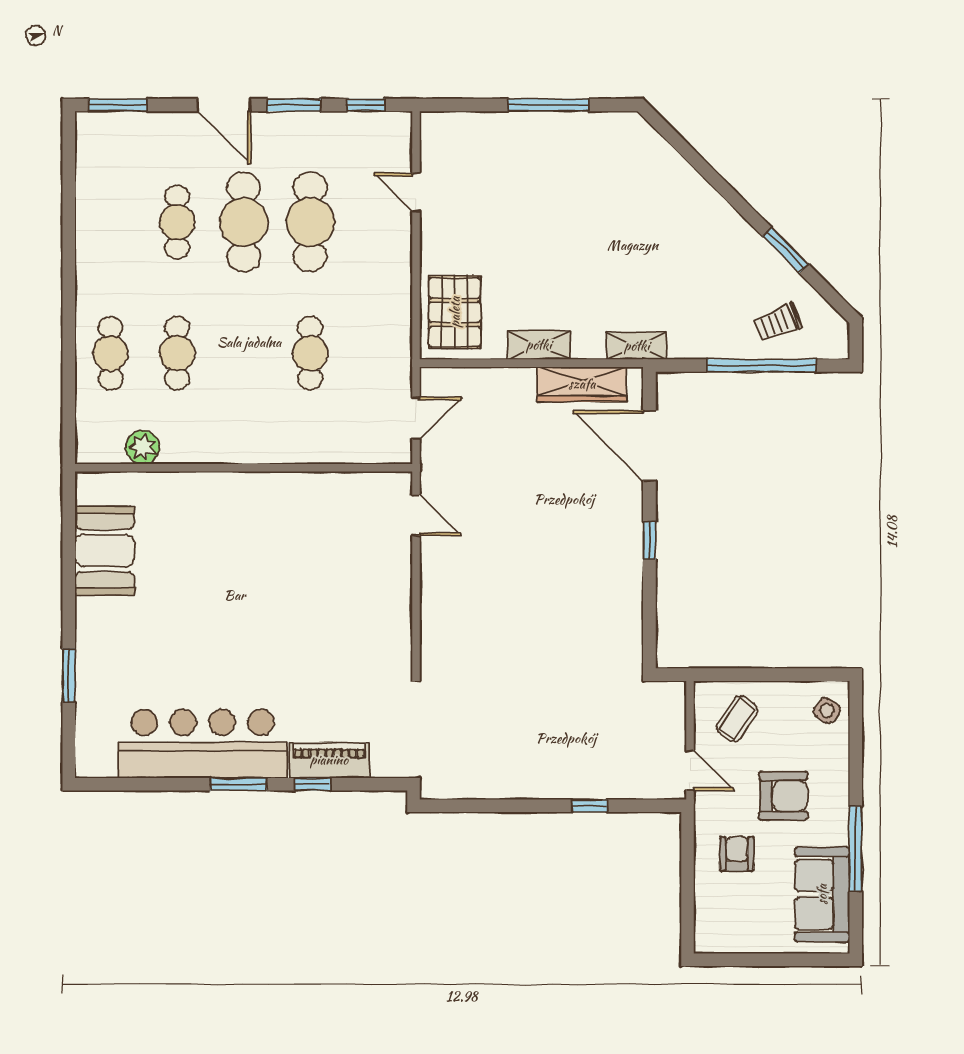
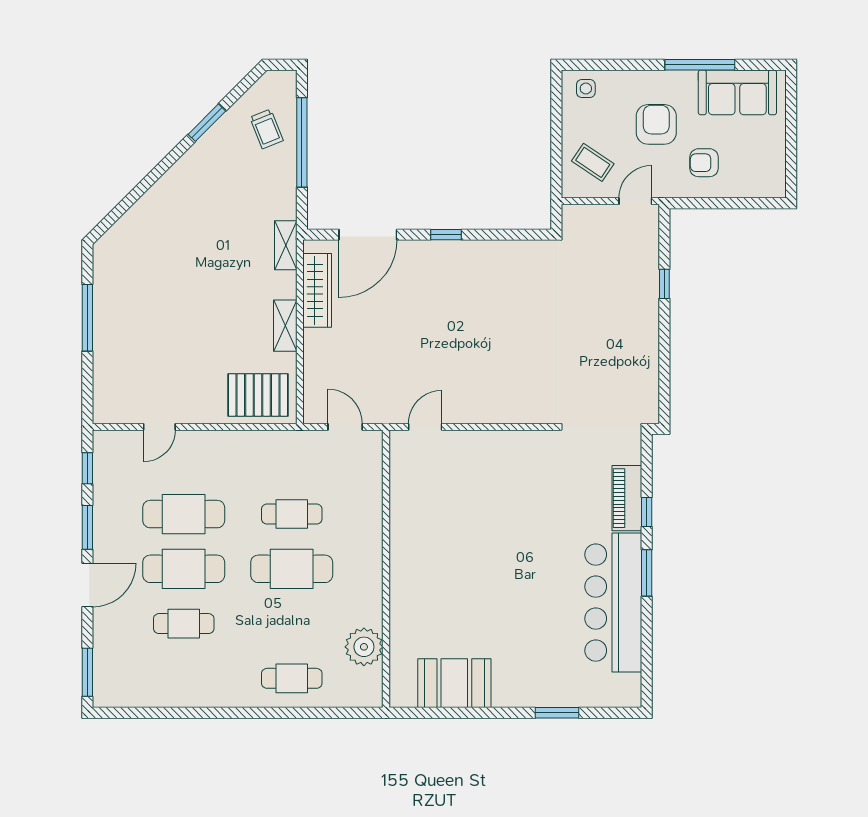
cafe table: (177, 353) -> (292, 569), moved, width x1.37, depth x1.35
plant: (143, 447) -> (364, 647), width x1.36, depth x1.36
side table: (827, 710) -> (586, 89), turned -36

